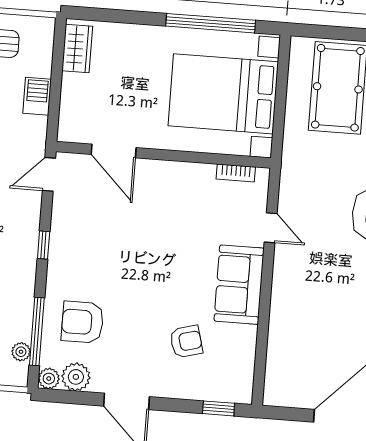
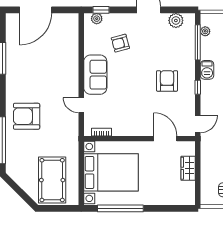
wardrobe: (77, 49) -> (188, 168), moved
barbecue: (37, 96) -> (207, 70), moved
armchair: (82, 322) -> (167, 81), moved, turned -90
plant: (49, 379) -> (97, 19), moved

